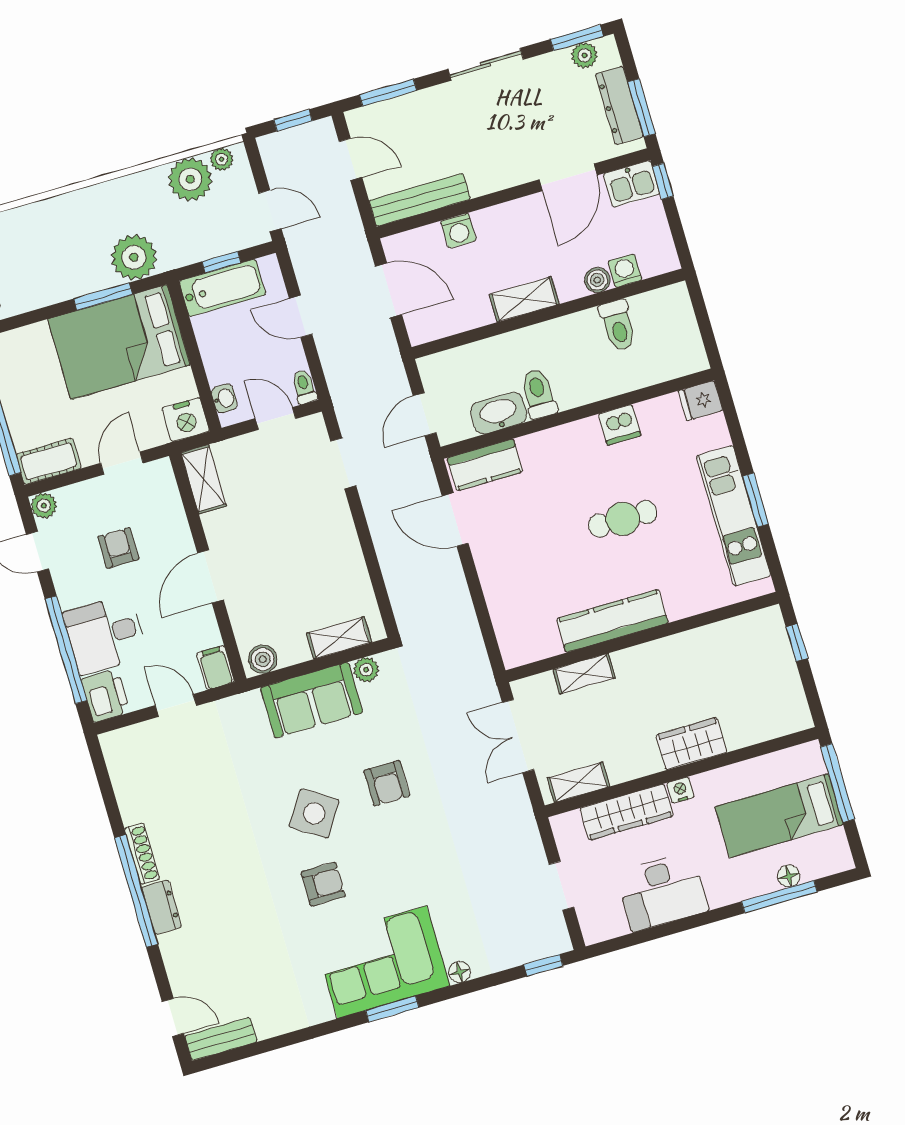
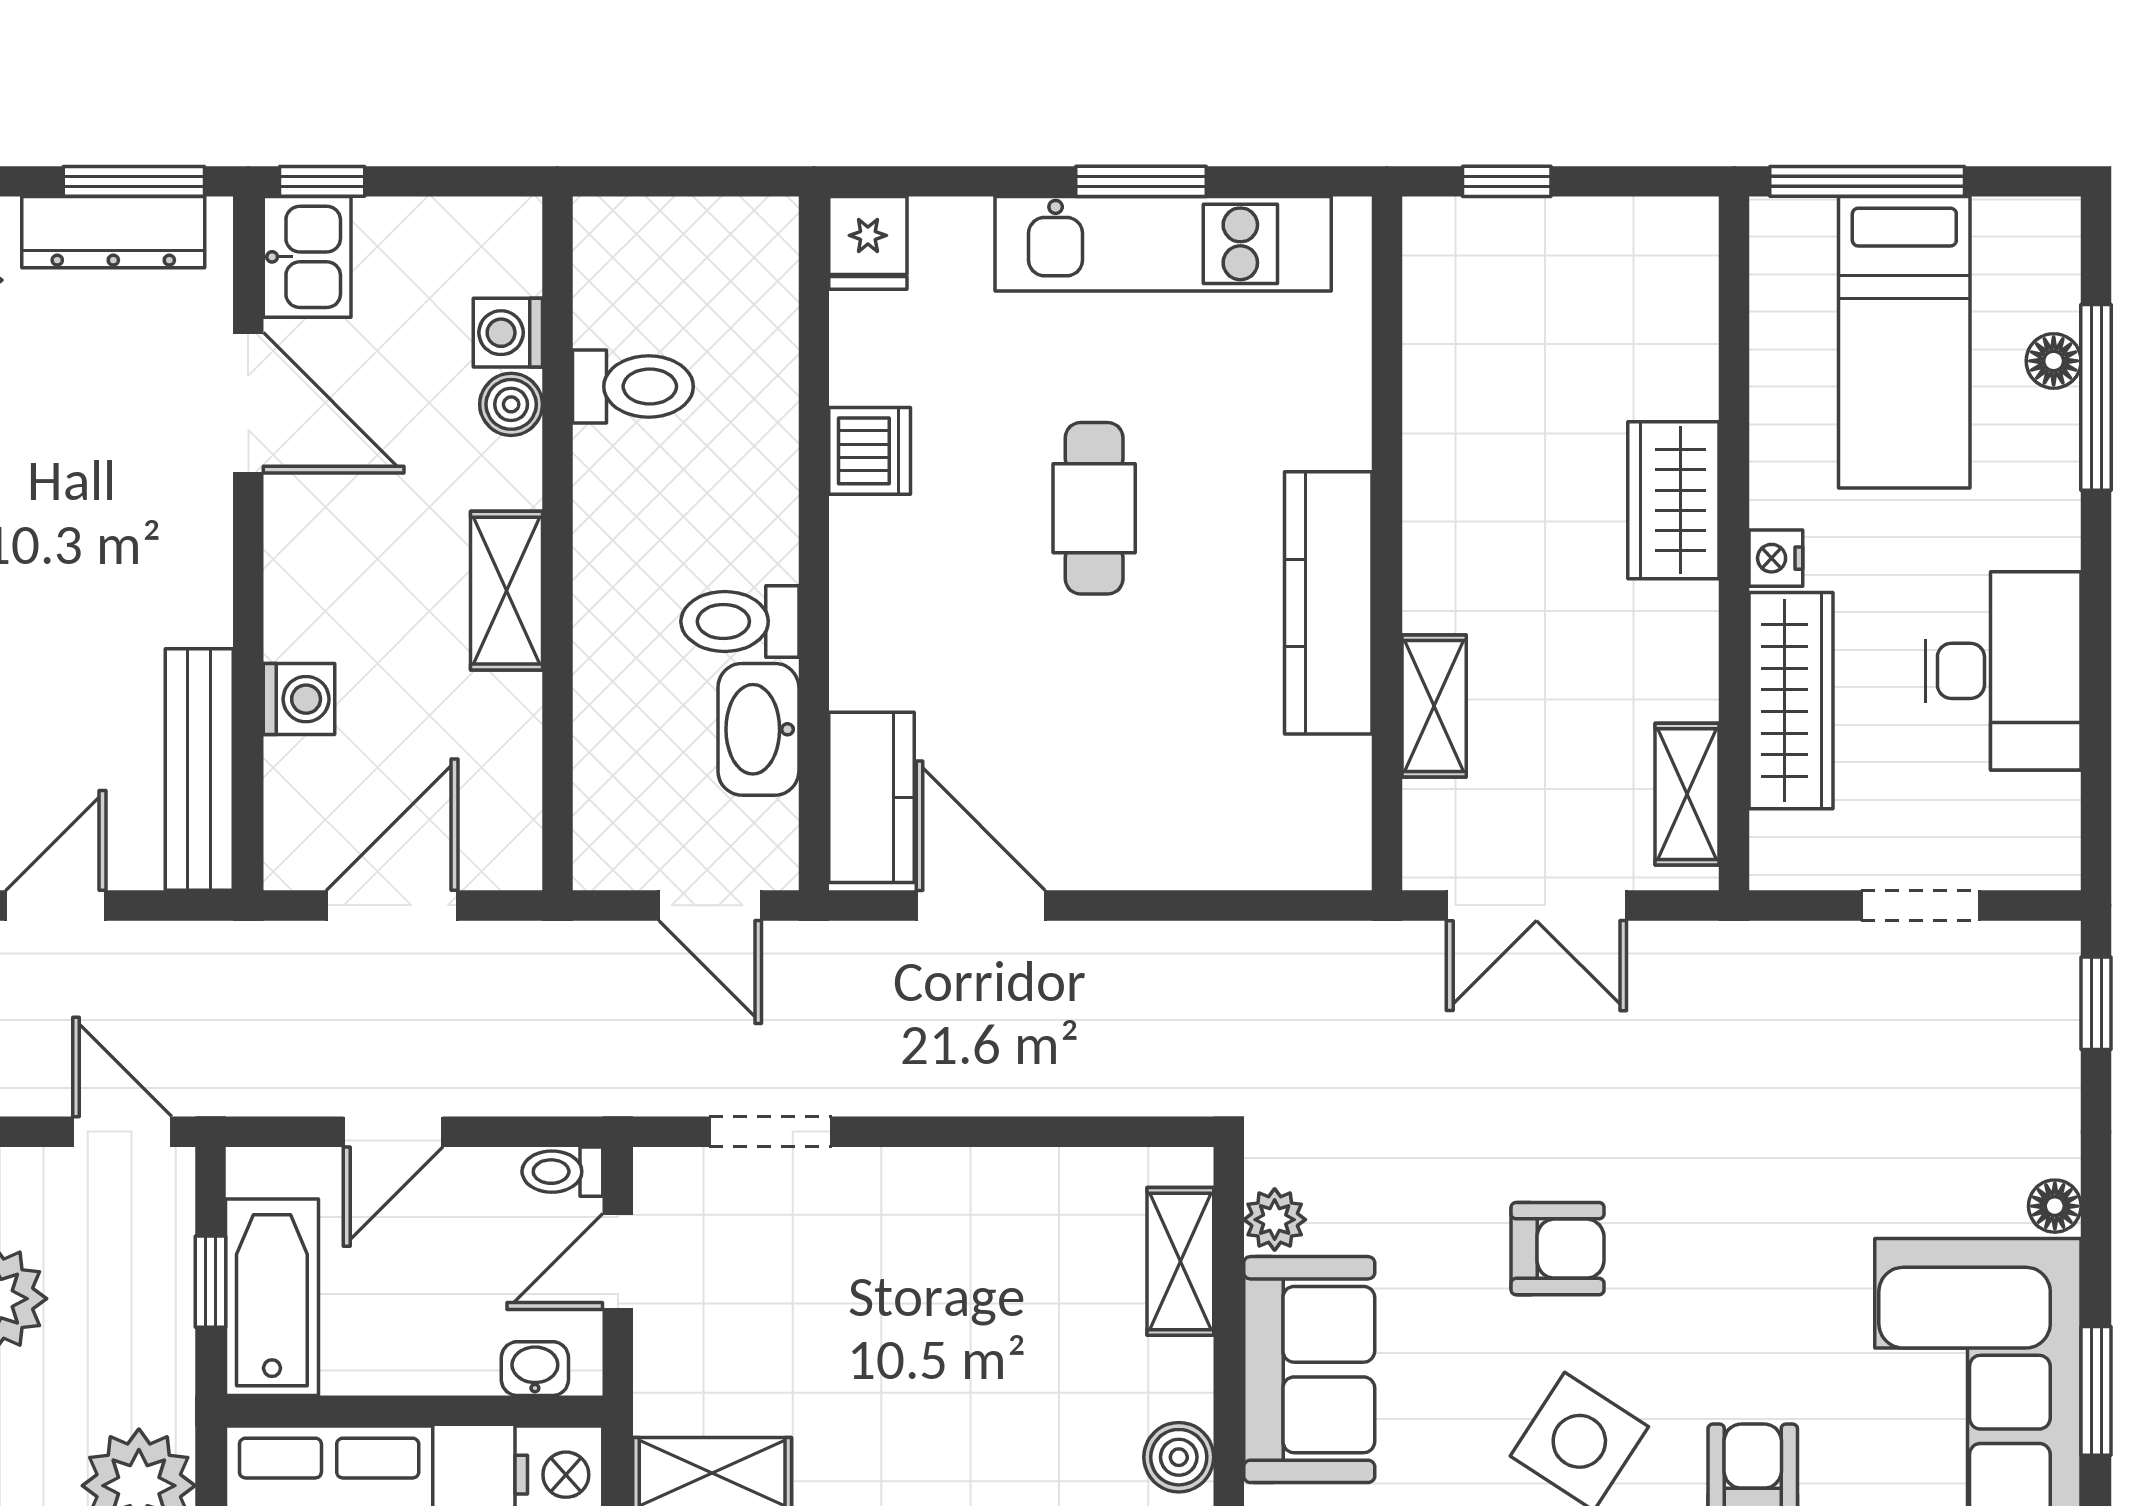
door: (270, 211) -> (122, 1132), hinge flipped
door: (455, 520) -> (981, 905), swing flipped

